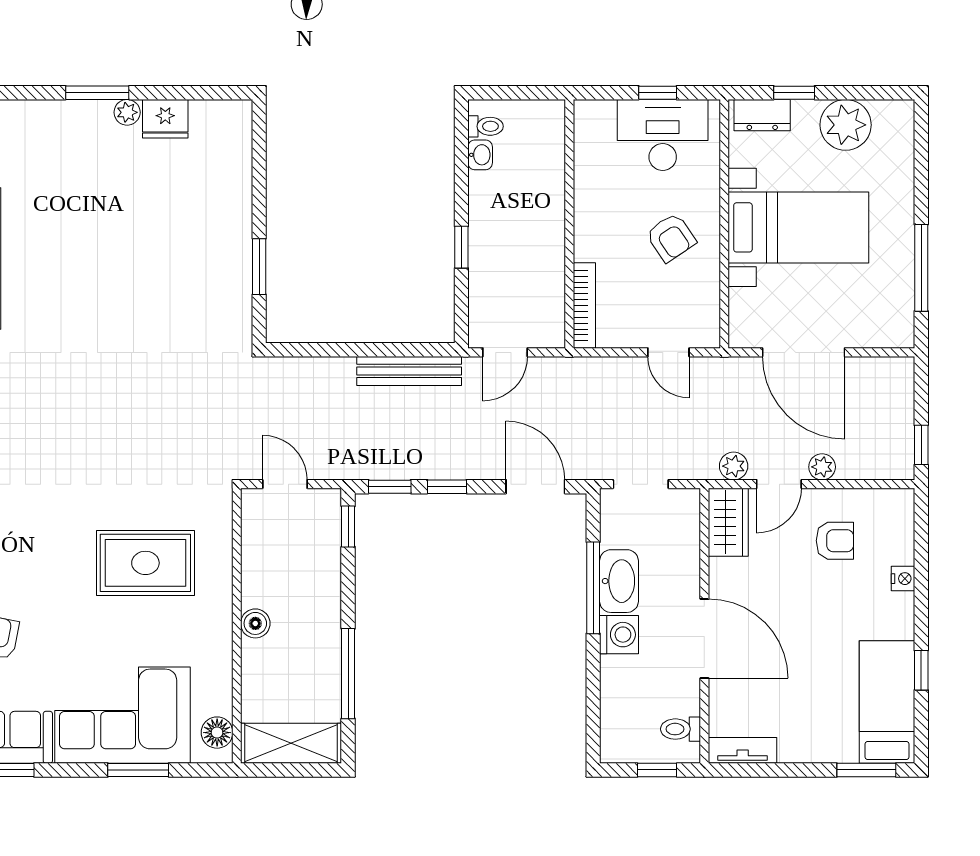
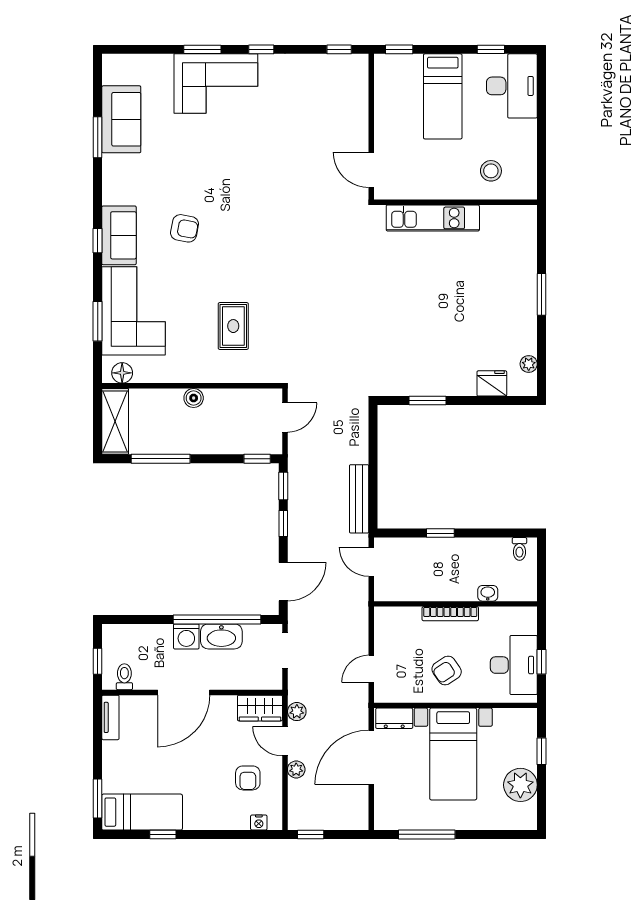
plant: (127, 112) -> (529, 364), moved
dresser: (762, 115) -> (394, 718), moved, turned -90
fridge: (165, 119) -> (492, 383), moved, turned 90
washbasin: (480, 155) -> (488, 593), moved, turned 180
bookcase: (584, 306) -> (450, 614), moved
rug: (145, 563) -> (233, 326), width x0.73, depth x0.70
nightstand: (903, 579) -> (259, 823), moved
window: (593, 588) -> (217, 619), width x1.46

